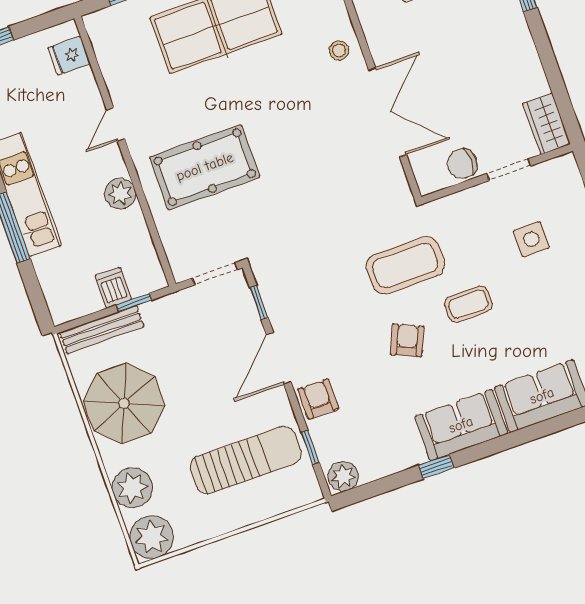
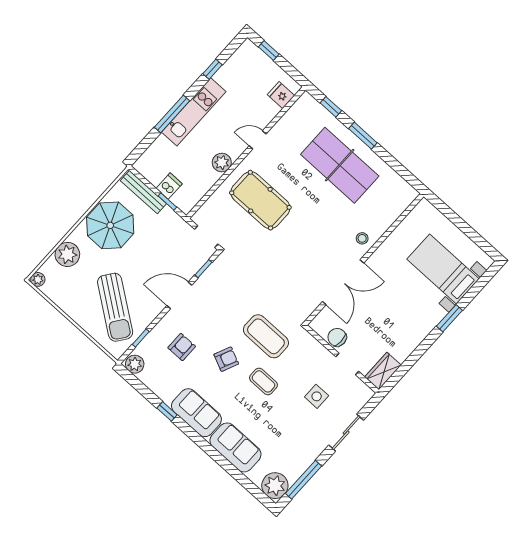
armchair: (318, 399) -> (182, 347), moved
sun lounger: (246, 460) -> (115, 307), turned 36
plant: (152, 537) -> (38, 279), width x0.53, depth x0.53

